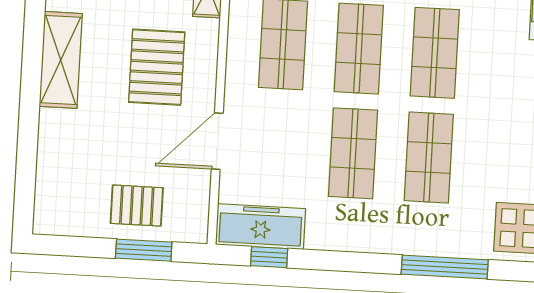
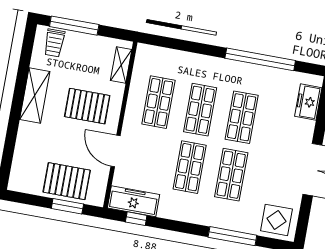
pallet: (157, 67) -> (87, 106), turned 90
door: (217, 141) -> (116, 151), hinge flipped
pallet: (137, 206) -> (67, 181), width x1.50, depth x1.42

